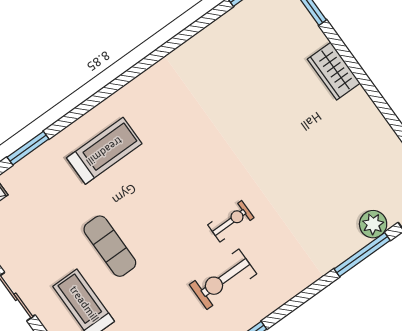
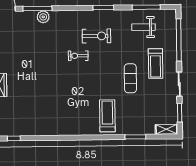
treadmill: (104, 151) -> (107, 116), turned 90
plant: (373, 224) -> (43, 17), moved

